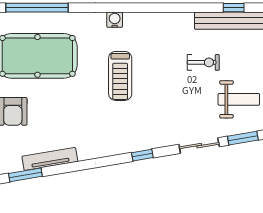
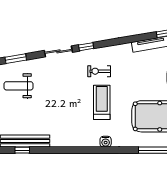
exercise bike: (203, 62) -> (99, 71), moved
sliding door: (199, 146) -> (58, 51), moved

